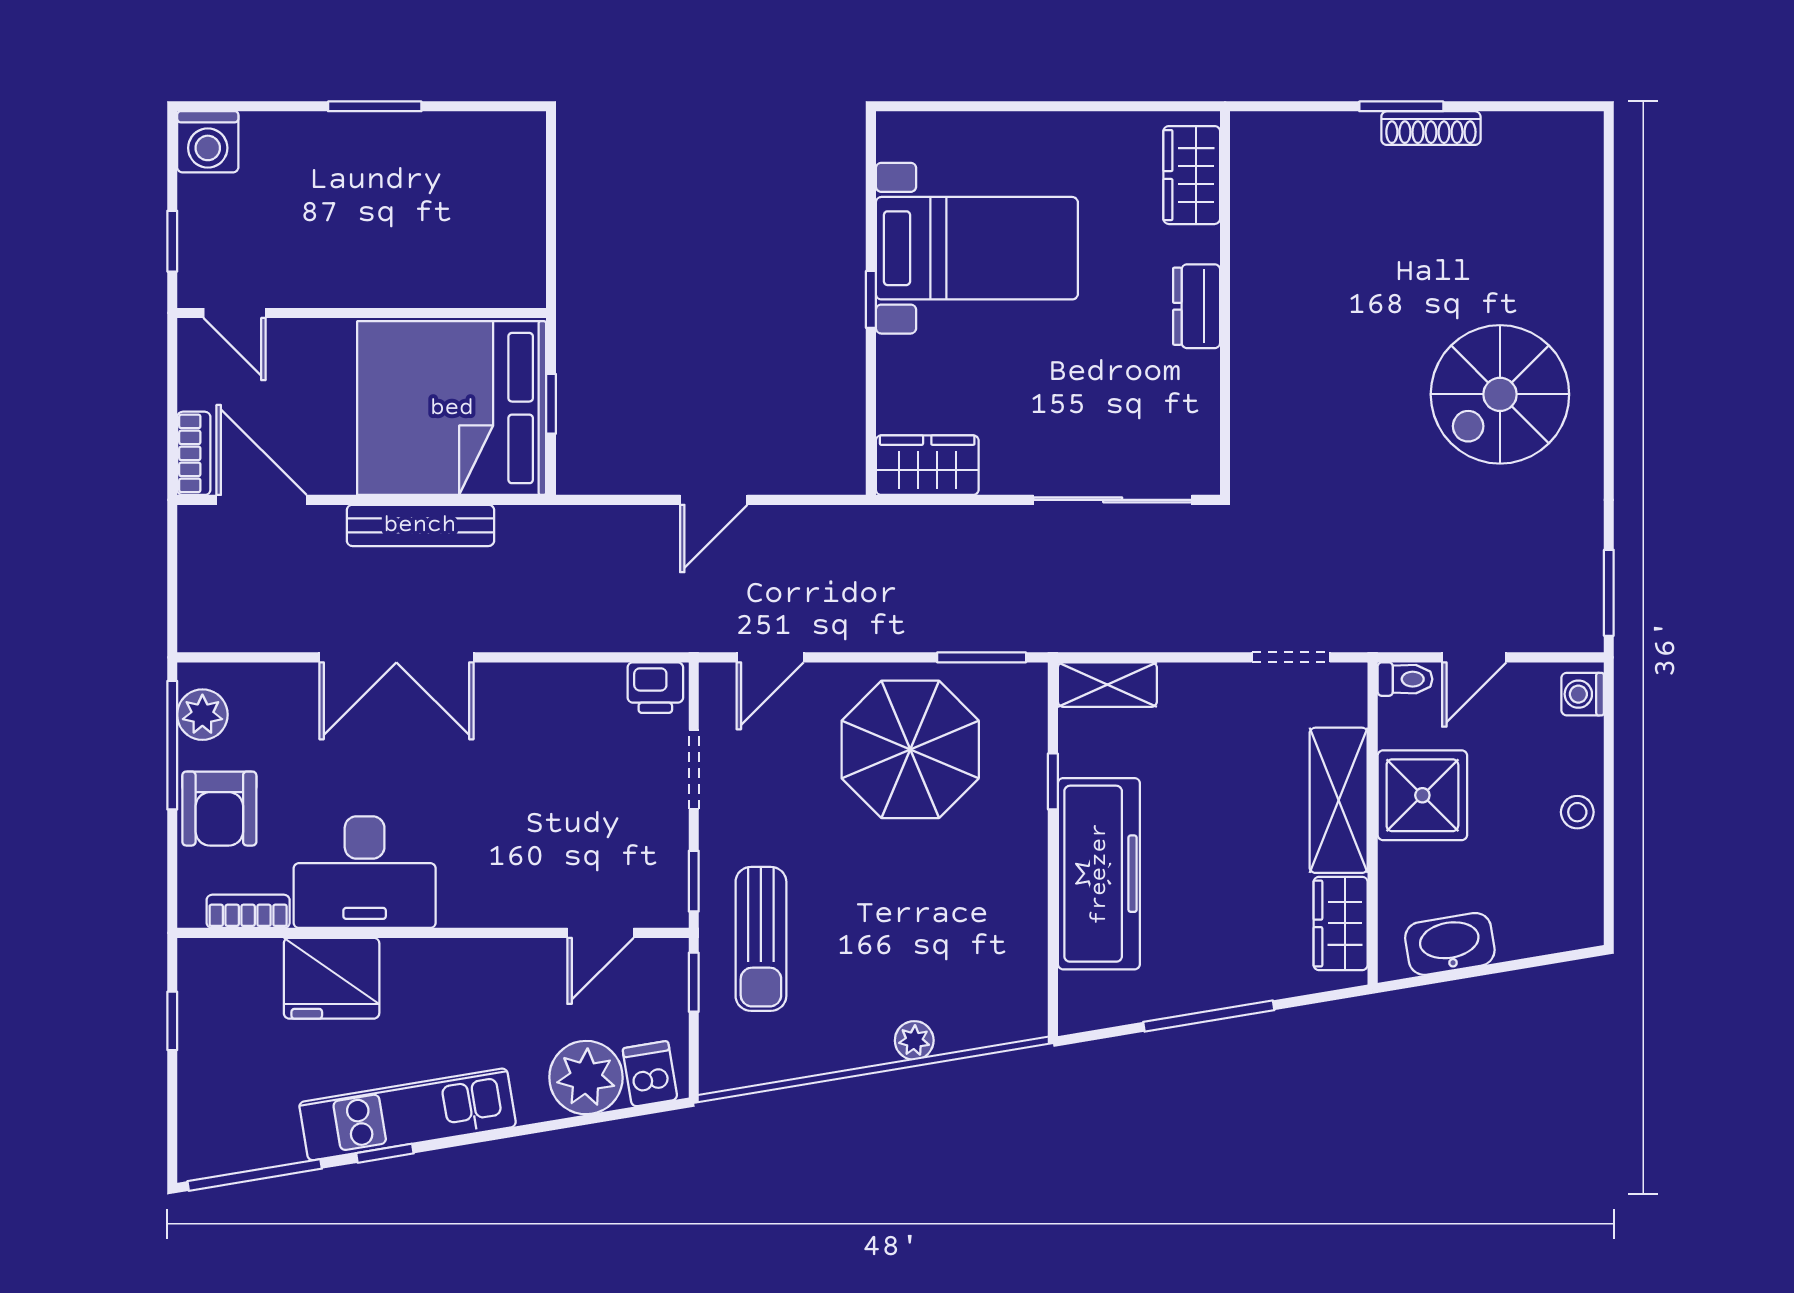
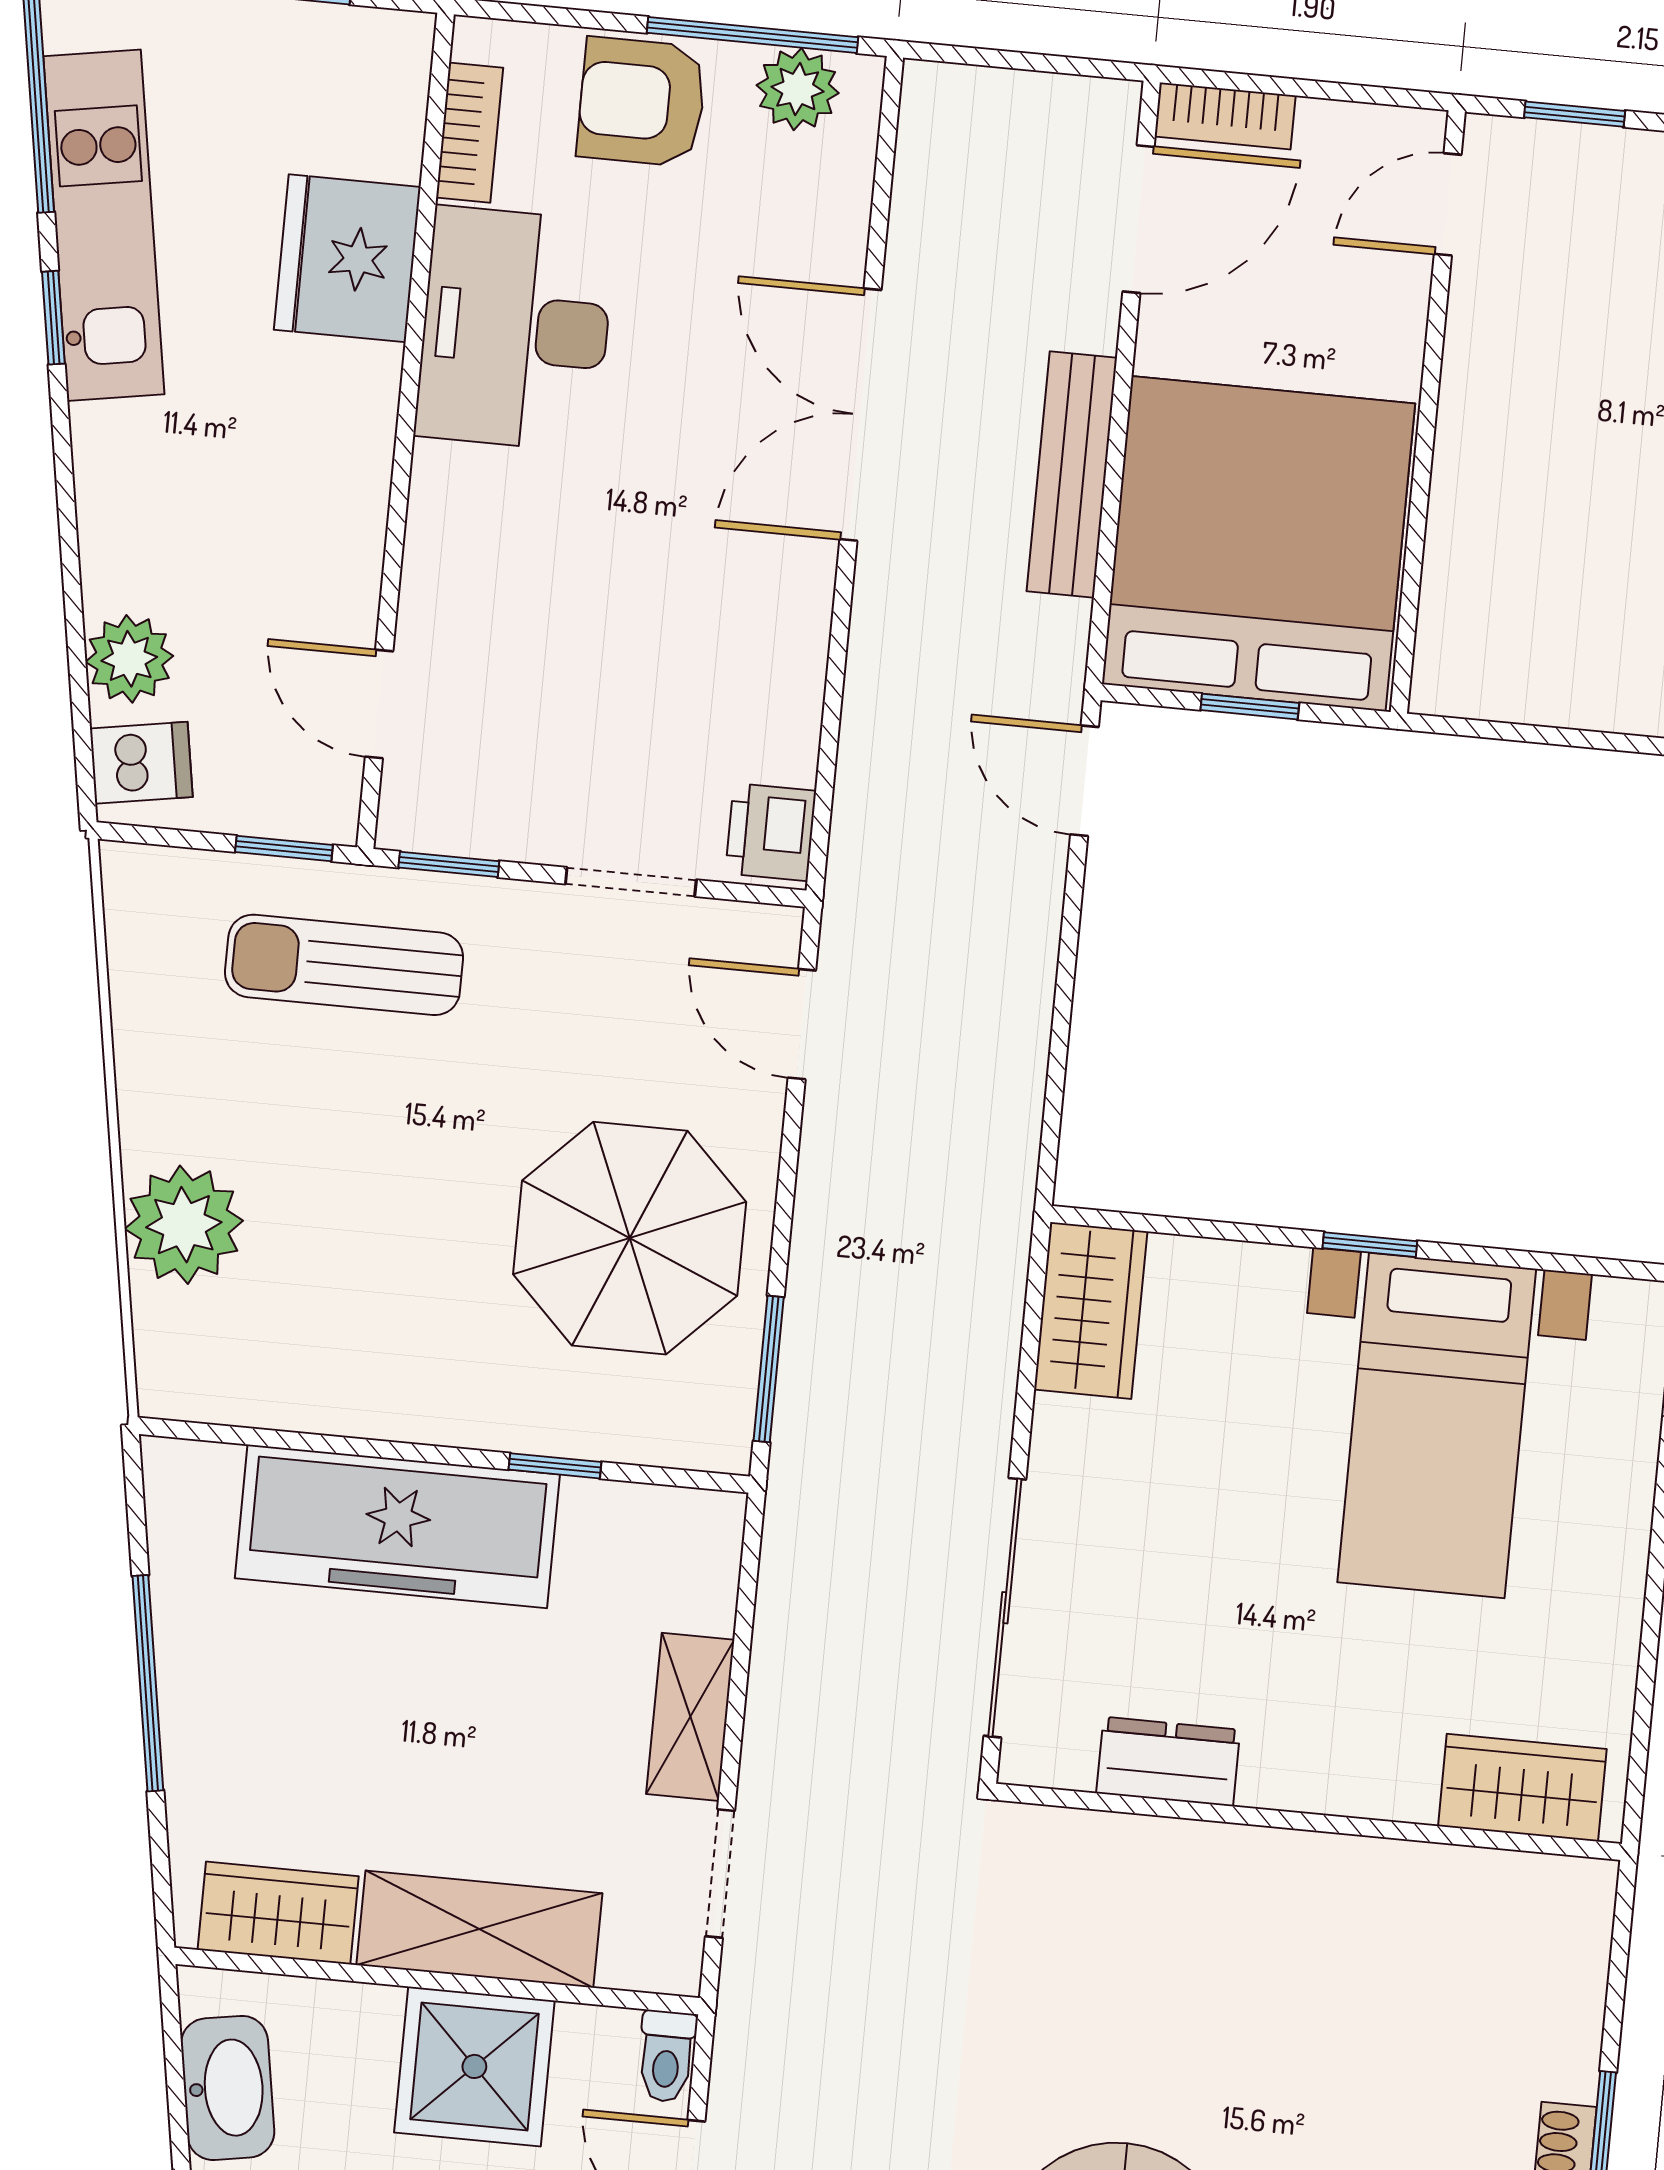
dresser: (1197, 306) -> (1168, 1761), moved
door: (714, 500) -> (1084, 781), moved
shelving: (1107, 685) -> (690, 1717), moved
plant: (914, 1040) -> (184, 1225), width x1.87, depth x1.87
plant: (586, 1078) -> (129, 659), width x0.73, depth x0.73
kitchen unit: (408, 1114) -> (104, 225), moved

